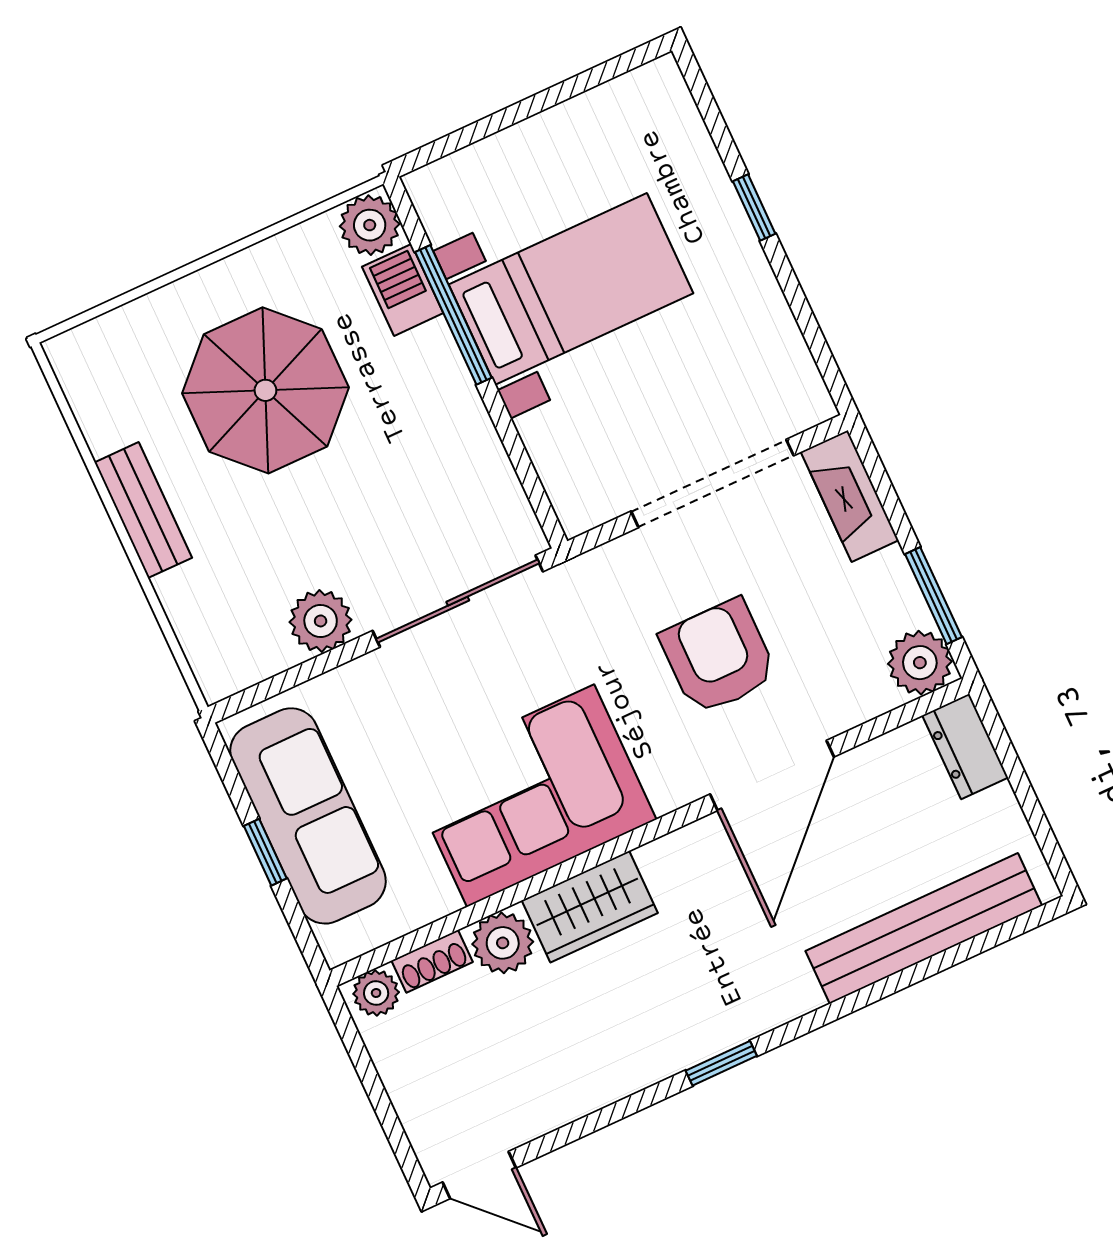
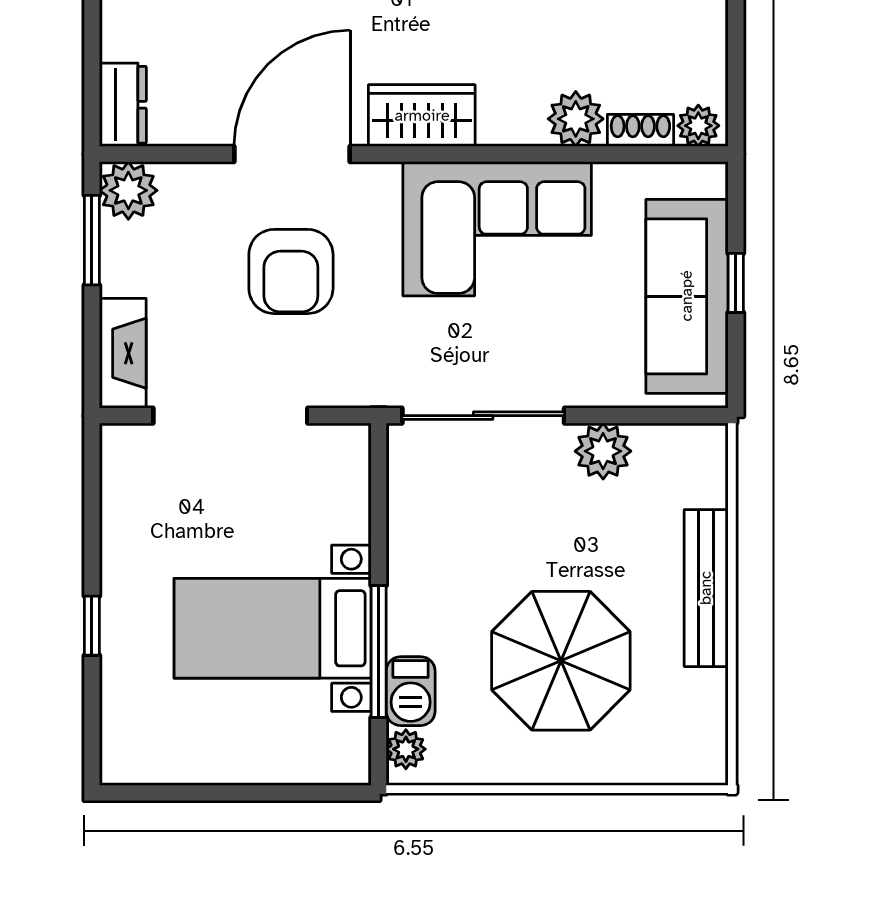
plant: (370, 225) -> (406, 749), width x0.73, depth x0.73
bench: (143, 510) -> (706, 588), width x1.36
wardrobe: (590, 907) -> (422, 116), moved

